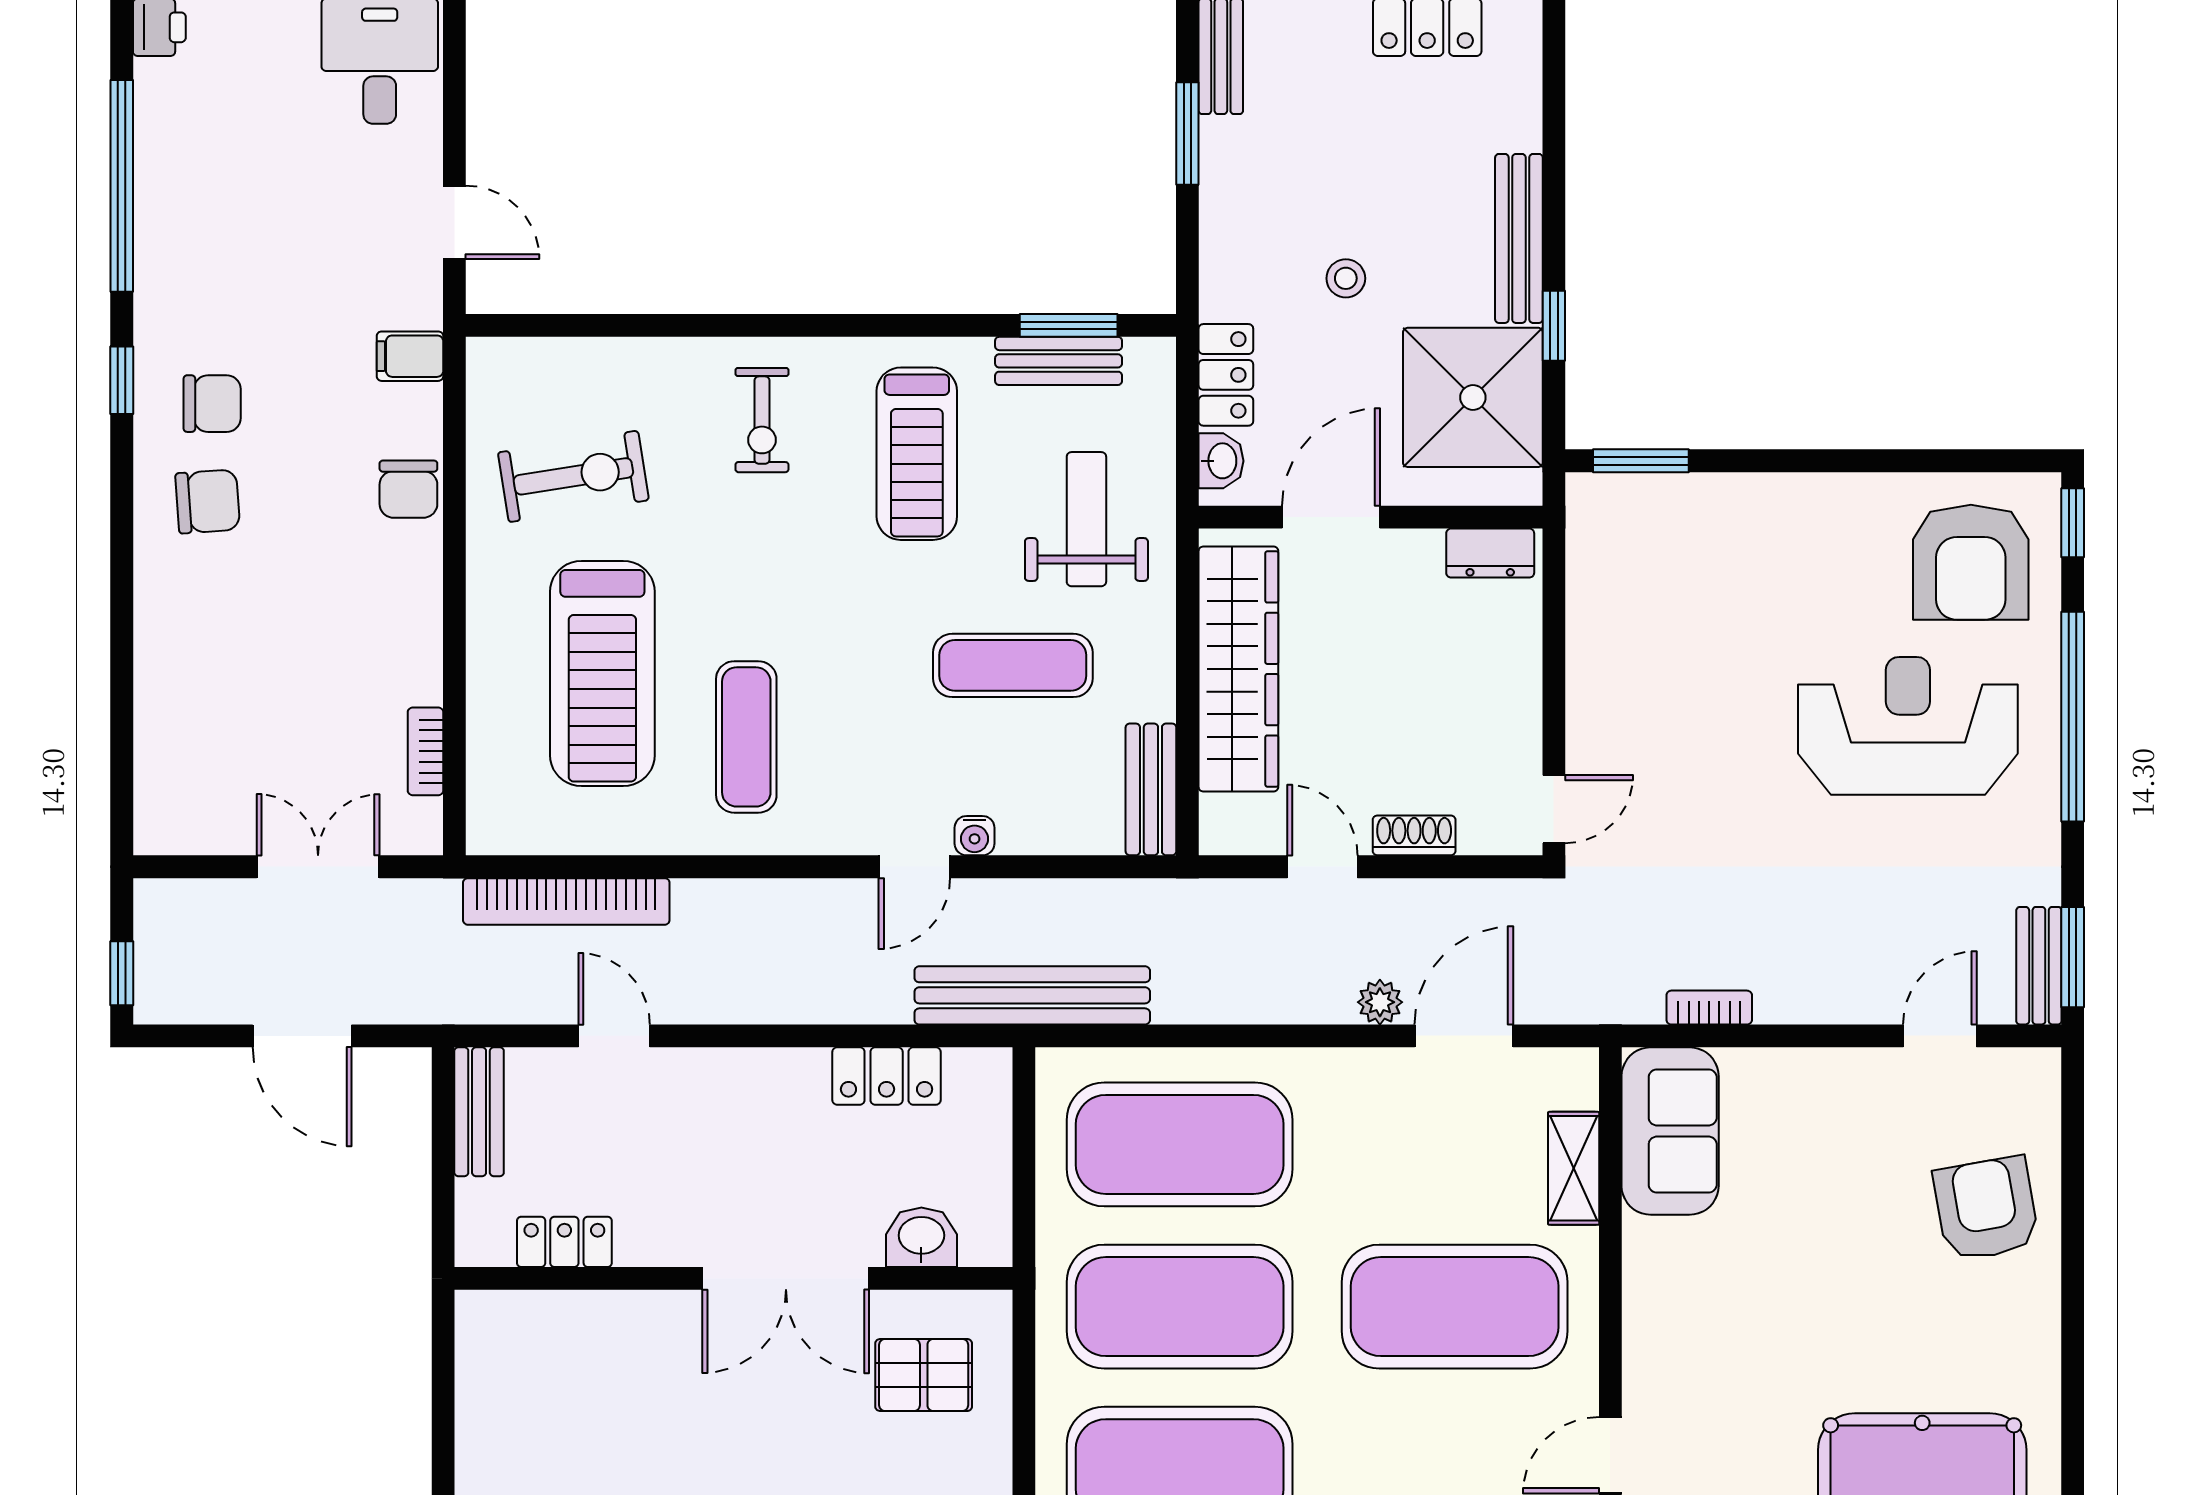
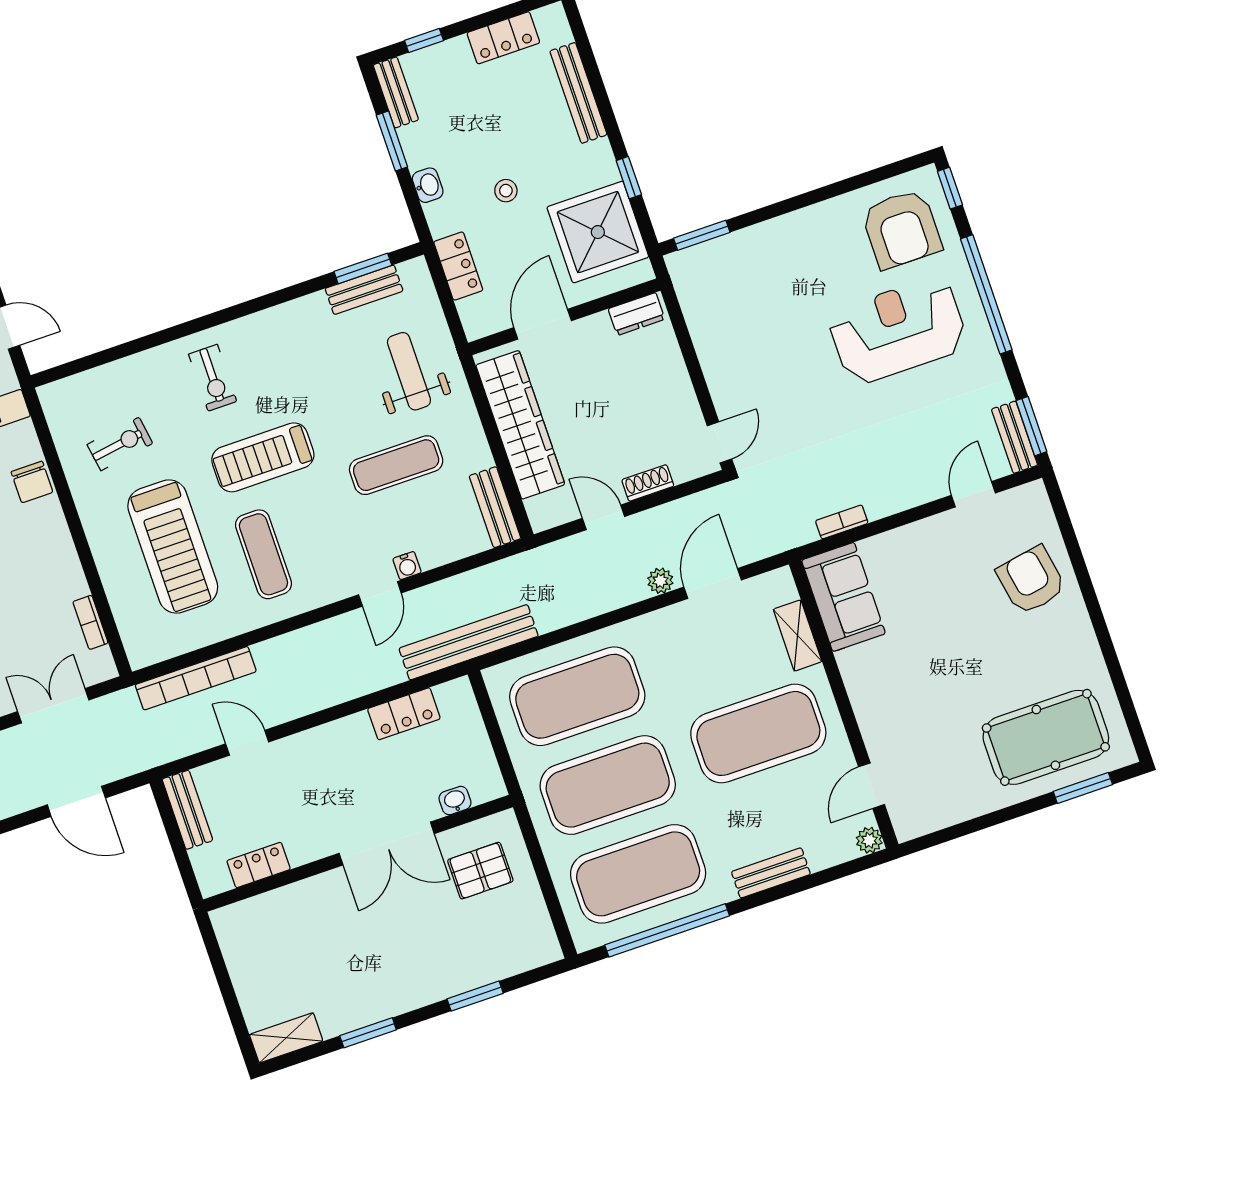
bench: (1519, 238) -> (578, 93), moved
treadmill: (917, 454) -> (263, 457), moved, turned 90
washbasin: (1221, 461) -> (428, 185), moved
exercise bike: (573, 476) -> (120, 444), width x0.73, depth x0.72
washbasin: (921, 1237) -> (455, 801), width x0.72, depth x0.69

